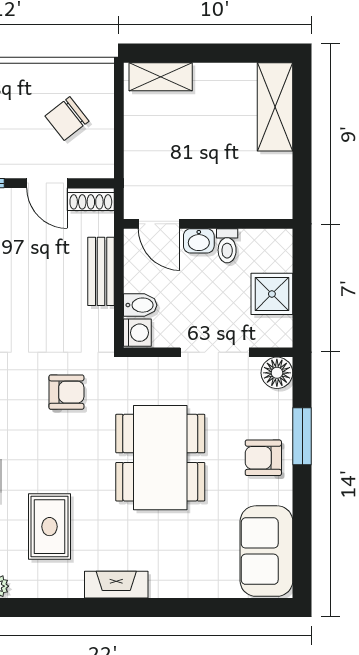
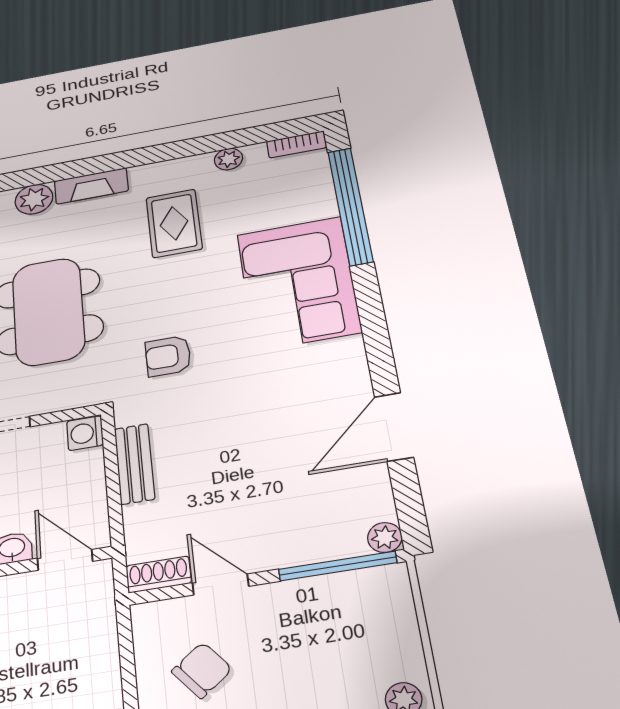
bench: (101, 271) -> (134, 464), moved
bidet: (140, 305) -> (83, 464), removed
plant: (167, 582) -> (34, 199), added

